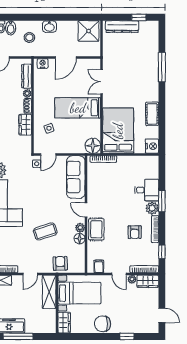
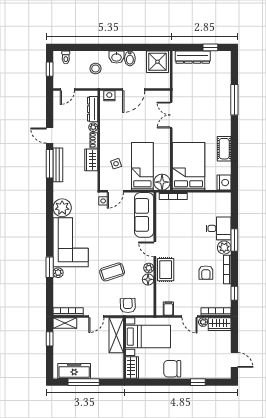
bidet: (11, 28) -> (130, 58), moved
bed: (78, 108) -> (142, 166), moved, turned 90

